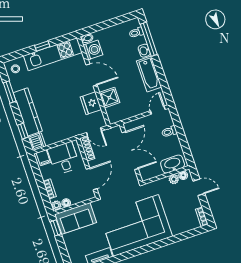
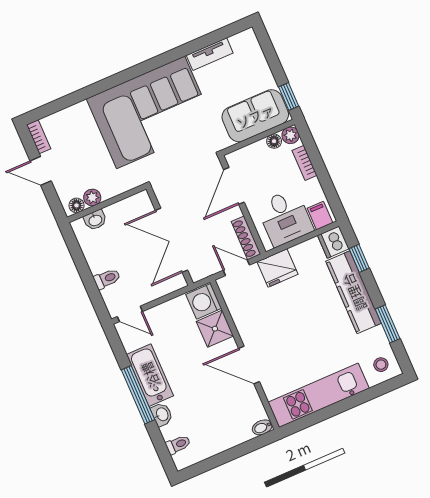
window: (149, 39) -> (138, 395), moved
window: (42, 46) -> (338, 408), removed
washing machine: (93, 50) -> (204, 301), moved
fridge: (91, 103) -> (277, 268), moved, turned 90
door: (158, 110) -> (130, 314), hinge flipped
washbasin: (173, 164) -> (95, 220), width x0.52, depth x0.69
door: (199, 187) -> (41, 171), moved

